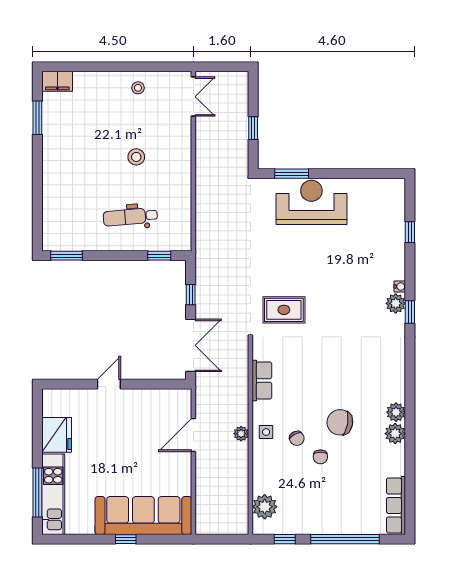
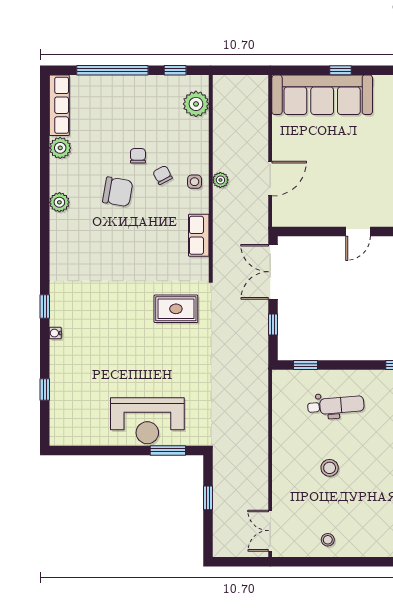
plant: (396, 303) -> (60, 315), removed
plant: (395, 434) -> (60, 148), moved

